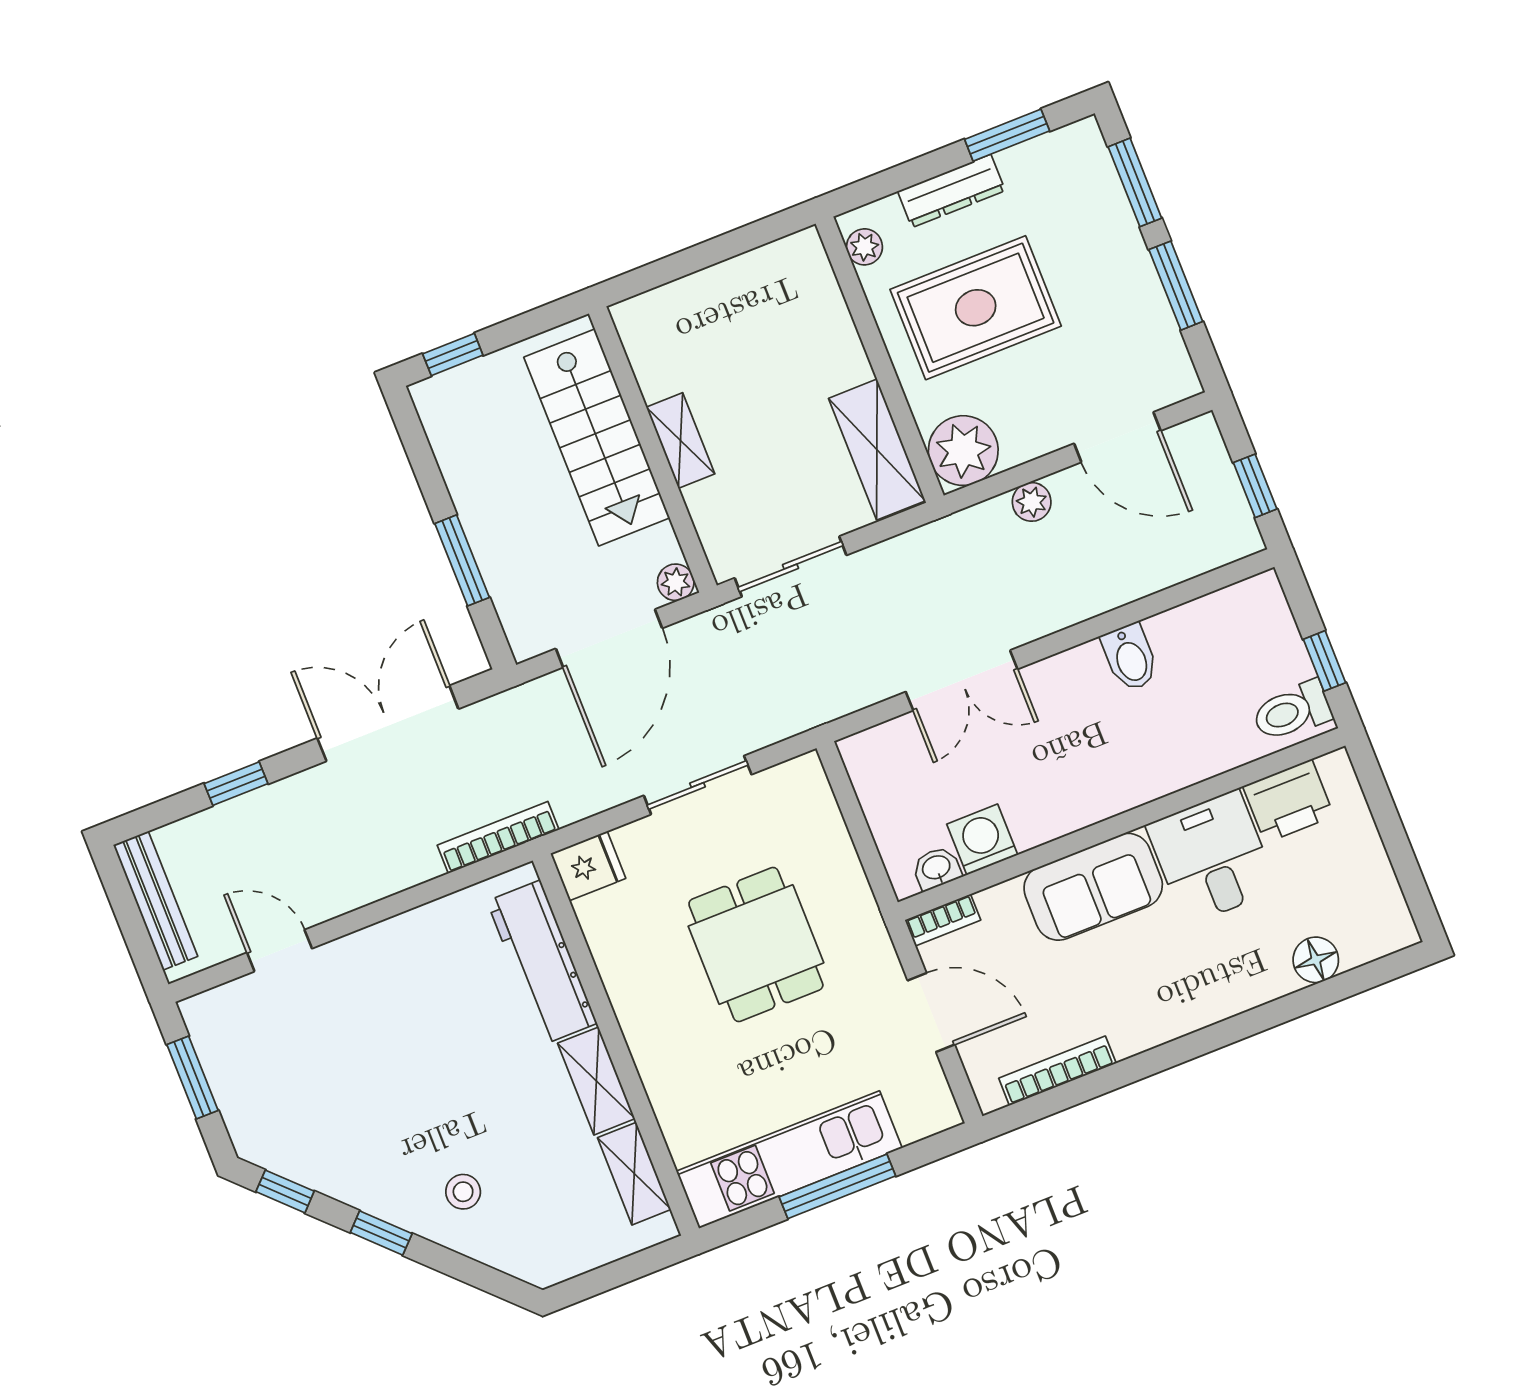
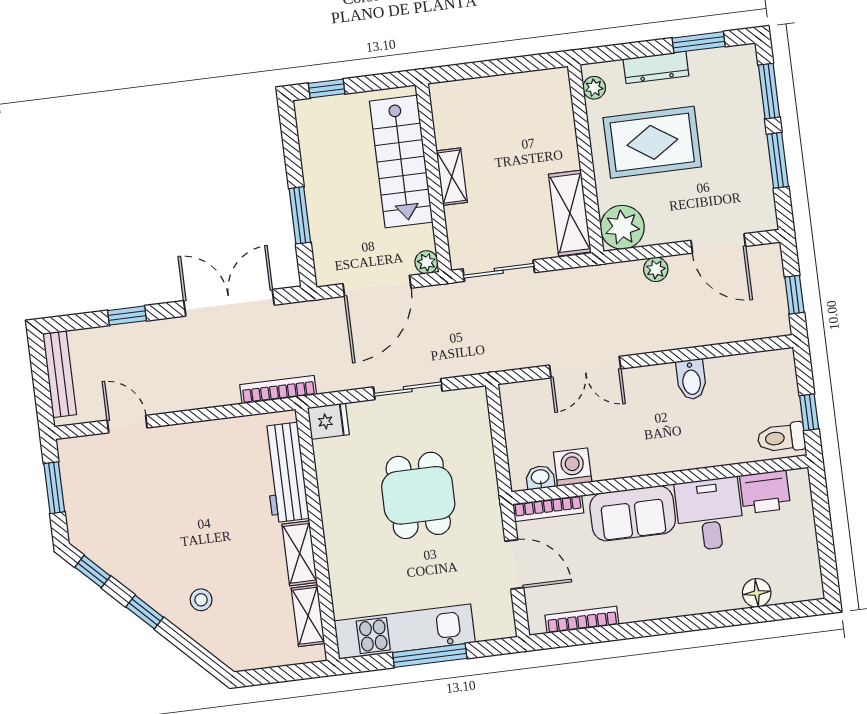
bookcase: (943, 920) -> (548, 508), width x1.56

